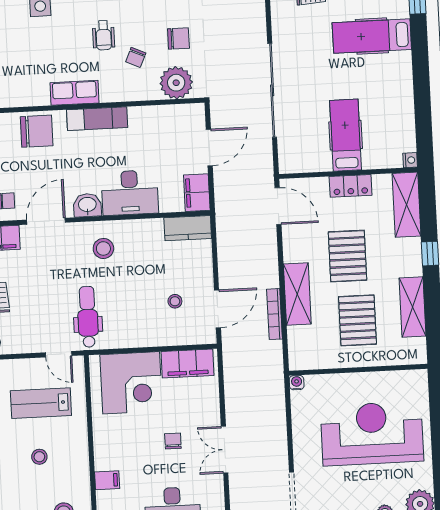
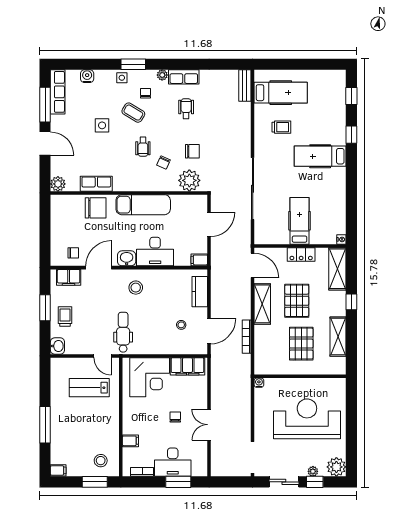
row of seats: (75, 93) -> (96, 184), moved
exam couch: (97, 119) -> (143, 205), width x1.36, depth x1.45
filing cabinet: (197, 193) -> (199, 260), width x0.50
kitchen counter: (188, 228) -> (200, 292), moved, turned 90
shelving: (297, 294) -> (262, 304), moved
stool: (39, 457) -> (86, 423), removed

